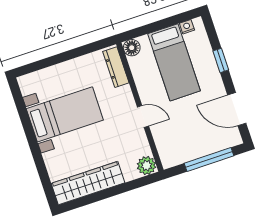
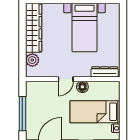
floor lamp: (132, 48) -> (82, 87), moved
plant: (146, 166) -> (32, 60), moved

